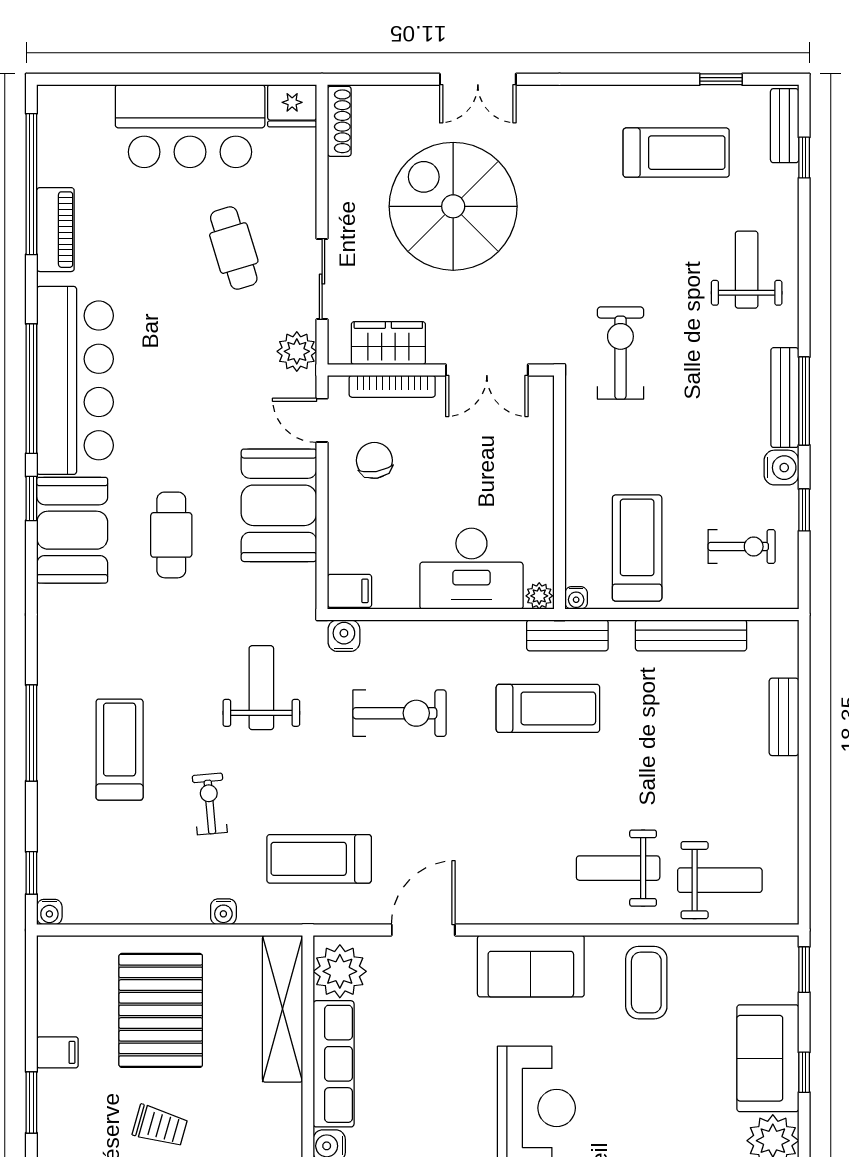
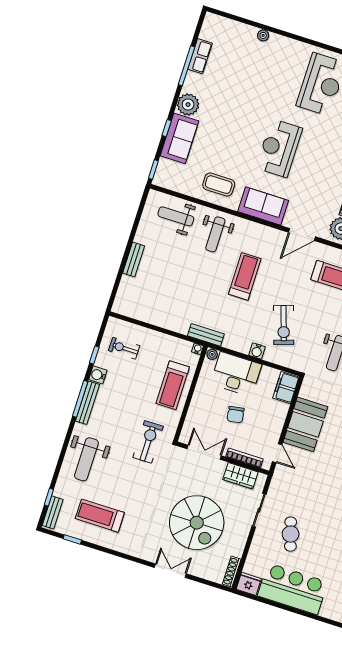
weight bench: (747, 270) -> (86, 459), width x1.36, depth x1.33
plant: (297, 351) -> (278, 484), removed
exercise bike: (620, 353) -> (148, 442), turned 180
chair: (374, 460) -> (236, 415), moved
treadmill: (637, 548) -> (173, 385), moved
filing cabinet: (349, 591) -> (286, 388), width x2.00
bench: (691, 635) -> (156, 319), removed
water cooler: (344, 636) -> (257, 351), moved
treadmill: (548, 708) -> (245, 276), moved, turned 90
exercise bike: (400, 713) -> (284, 325), turned -108
bench: (784, 717) -> (134, 259), moved
weight bench: (618, 868) -> (215, 234), turned 90
coffee table: (646, 983) -> (219, 185), turned 90

